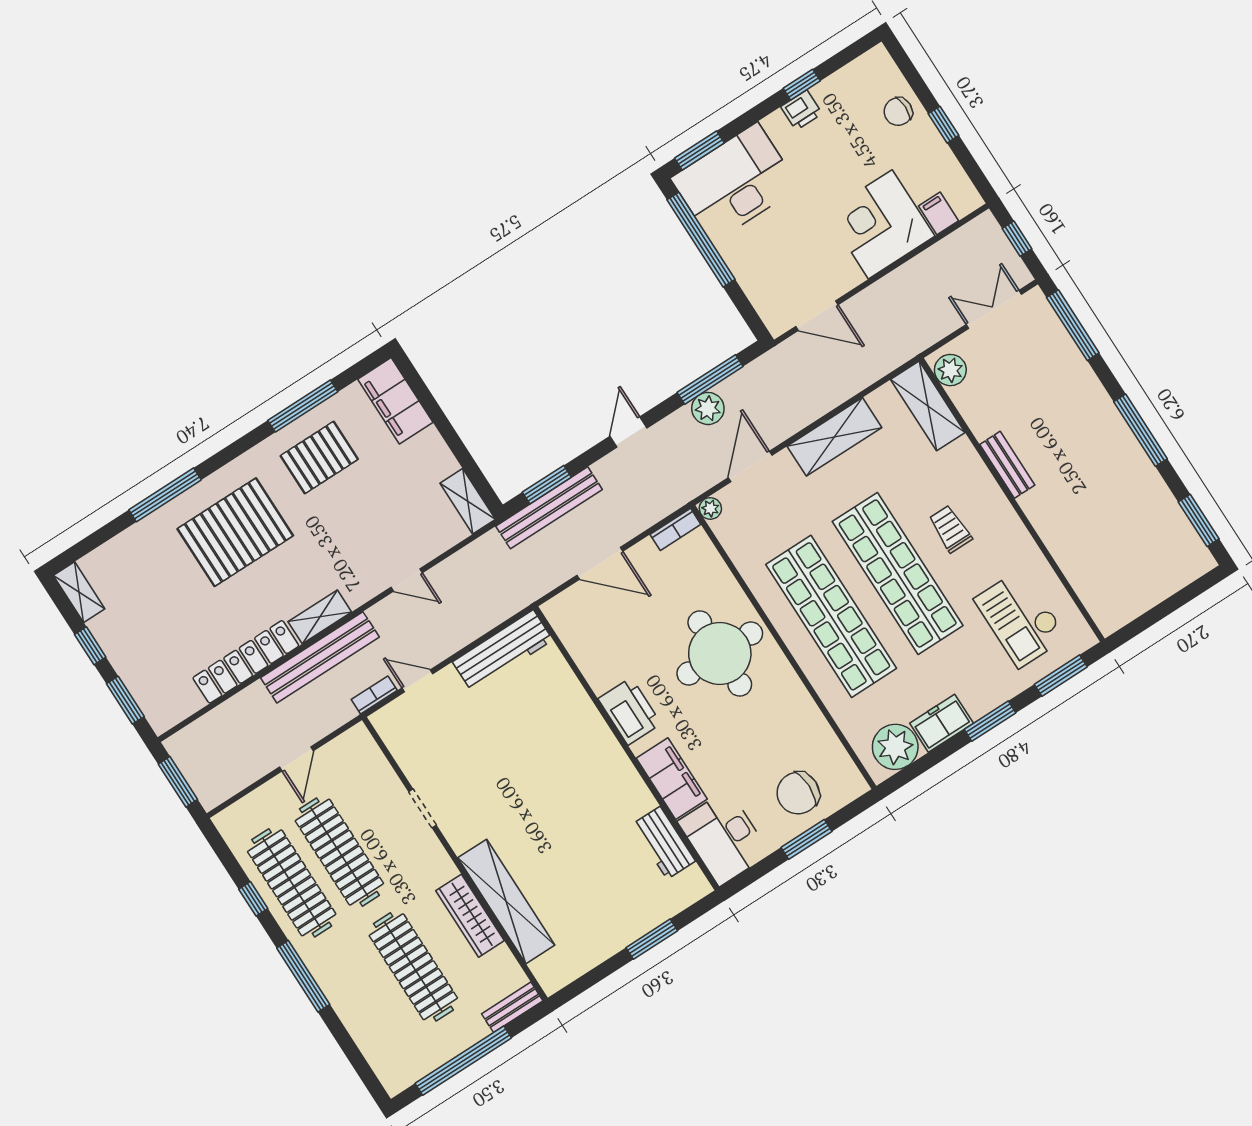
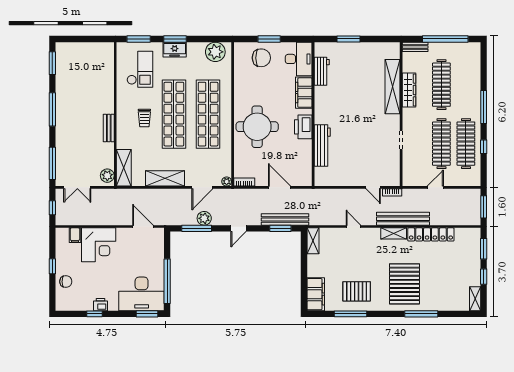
pallet: (235, 532) -> (404, 284), turned 90
workbench: (503, 651) -> (322, 145), moved, turned 90
freezer: (942, 723) -> (175, 50), moved

